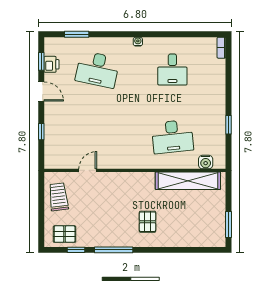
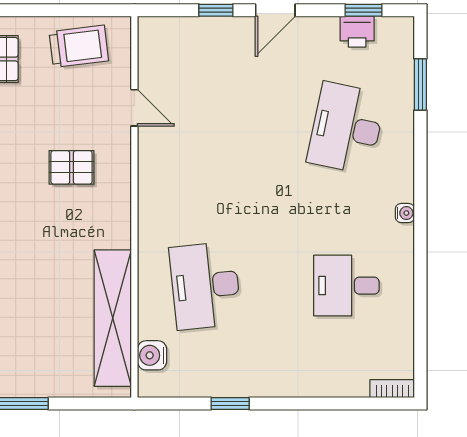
door: (41, 91) -> (275, 10), moved
pallet: (147, 222) -> (72, 167), moved

